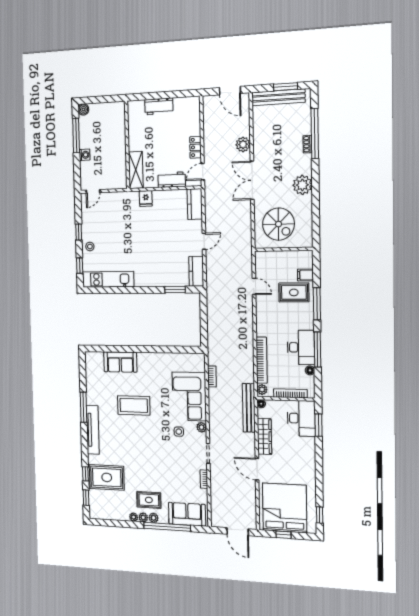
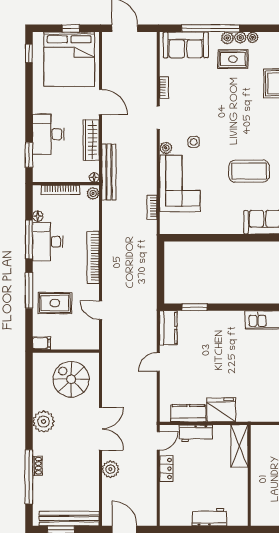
fridge: (146, 198) -> (221, 410), width x1.88, depth x1.34
kitchen counter: (195, 204) -> (188, 413), moved, turned -90
filing cabinet: (305, 275) -> (41, 343), moved
bookcase: (262, 360) -> (93, 258), moved
desk: (301, 418) -> (48, 134), moved

